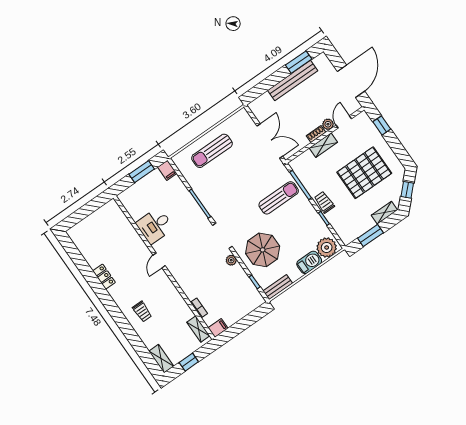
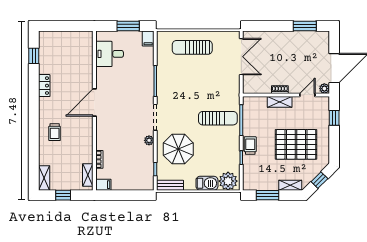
bench: (293, 81) -> (290, 37), removed
plant: (328, 124) -> (324, 89), moved
double door: (270, 141) -> (241, 57), moved
desk: (155, 226) -> (110, 54), moved
window: (76, 257) -> (34, 56), added
door: (159, 260) -> (94, 102), width x1.87

